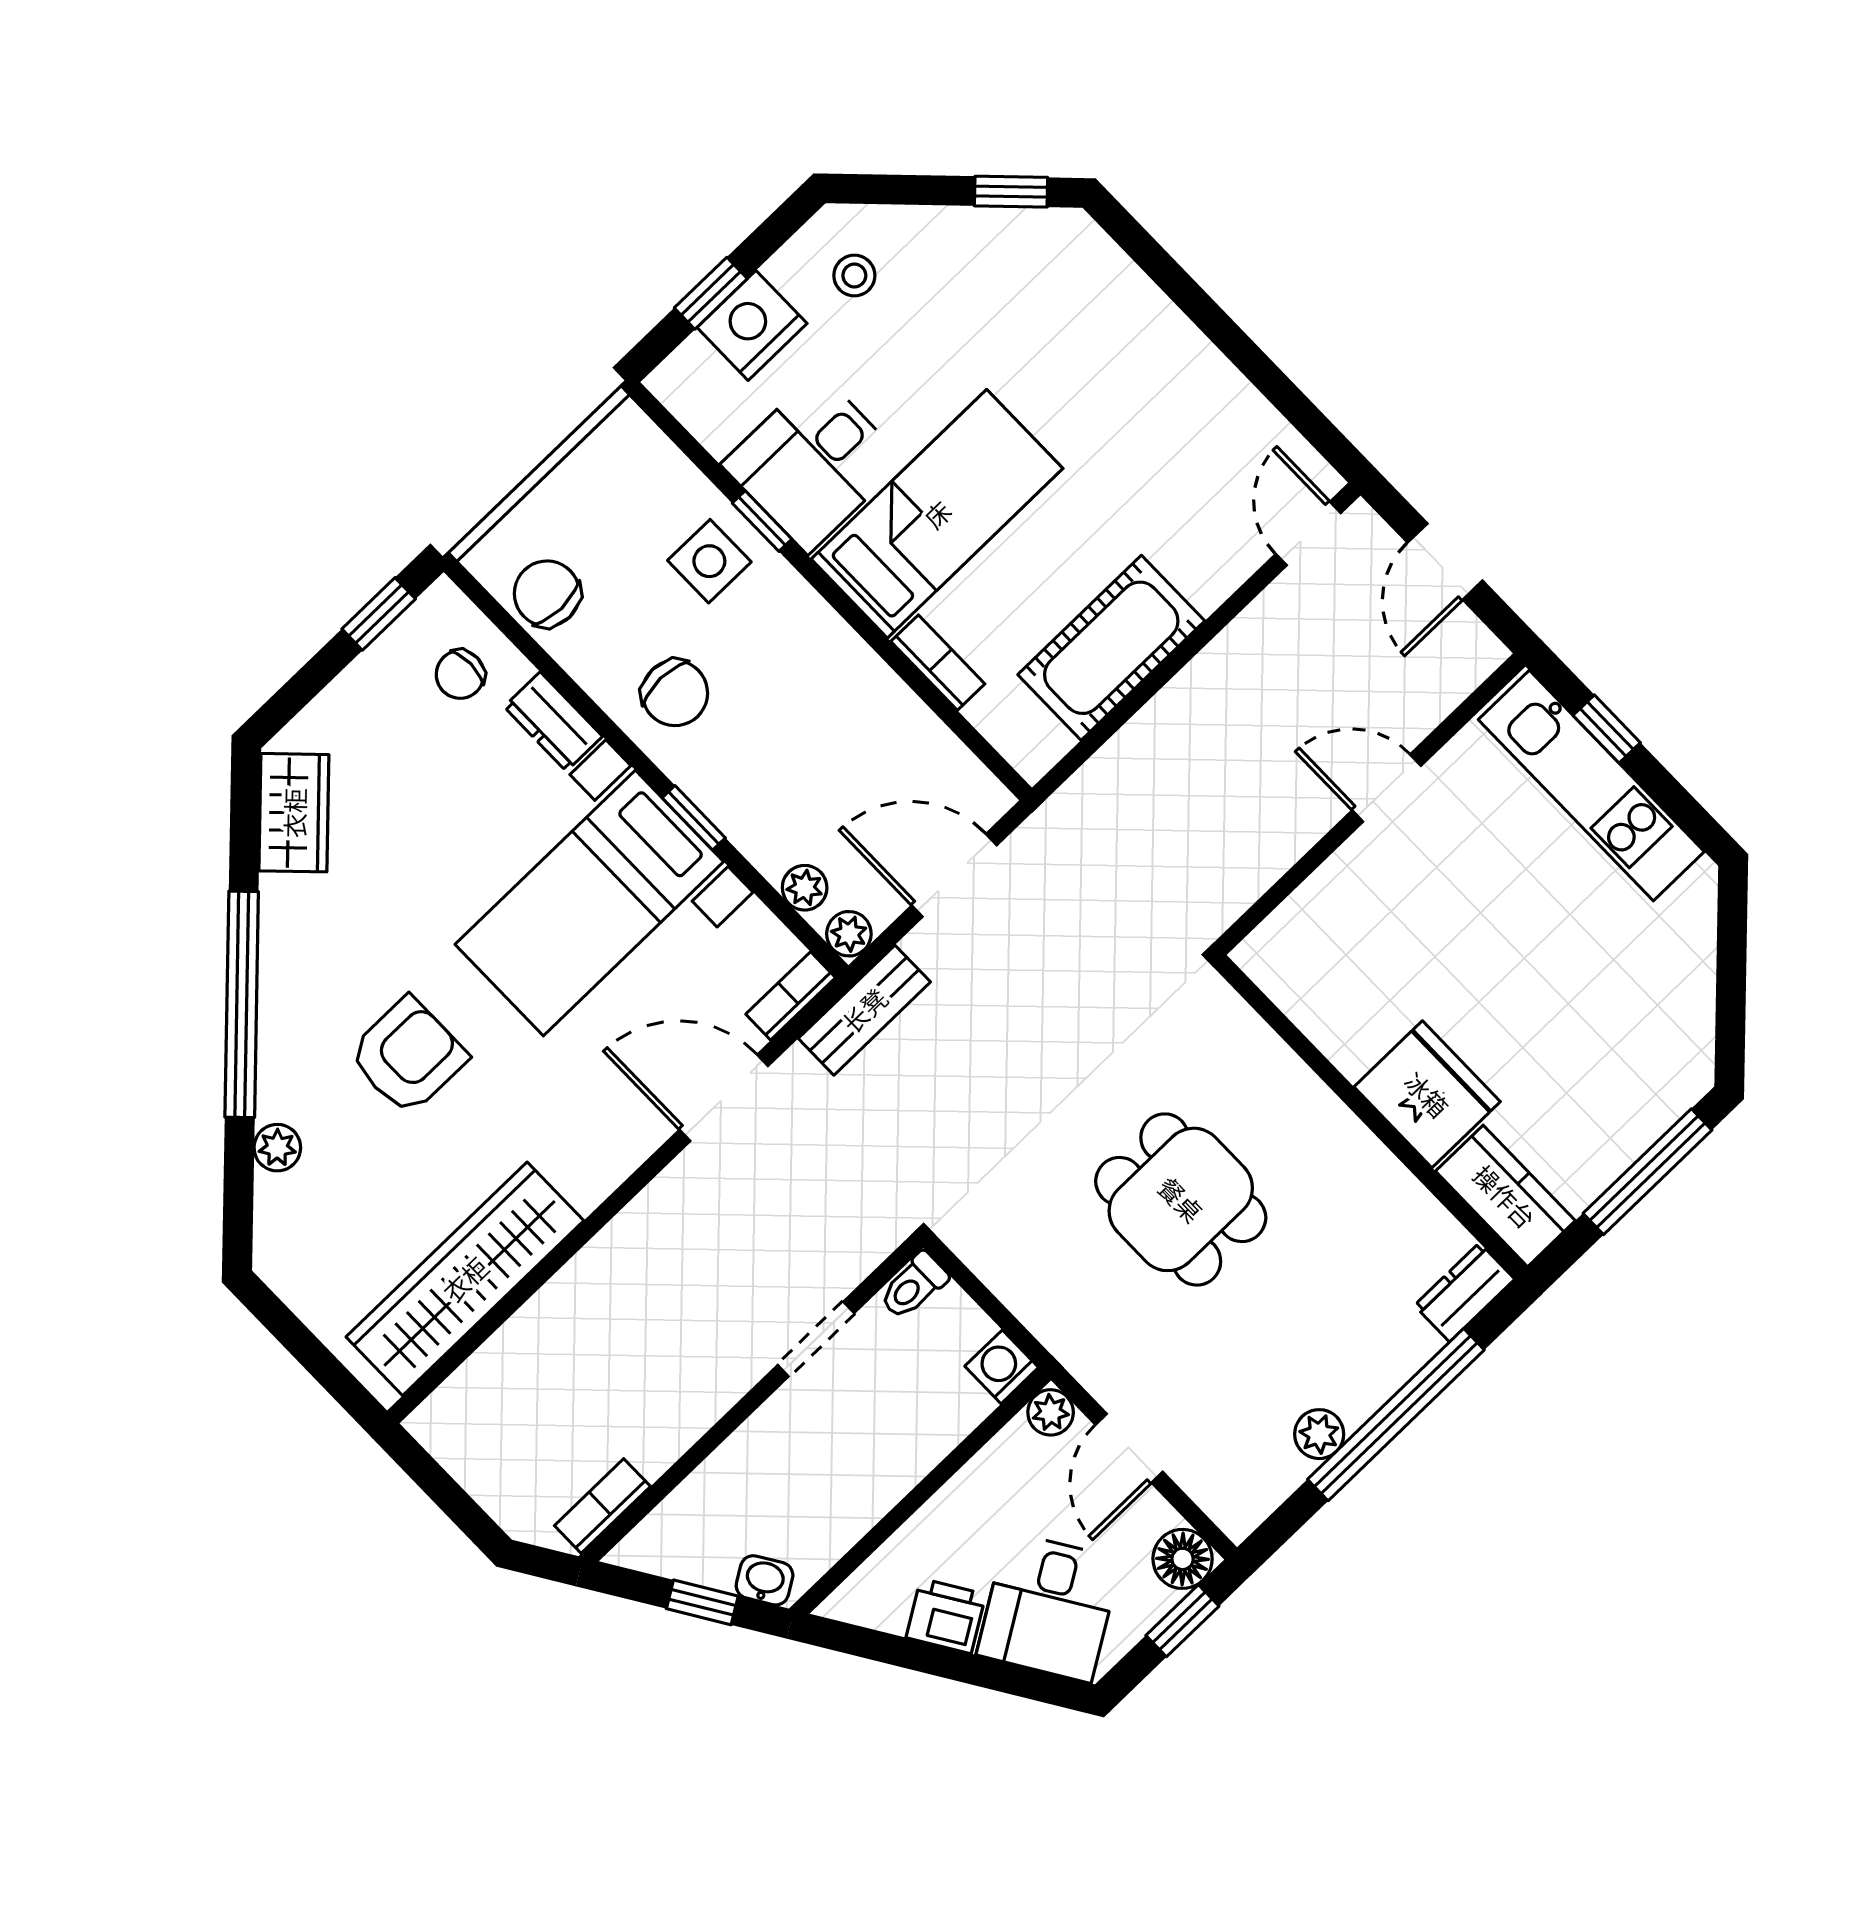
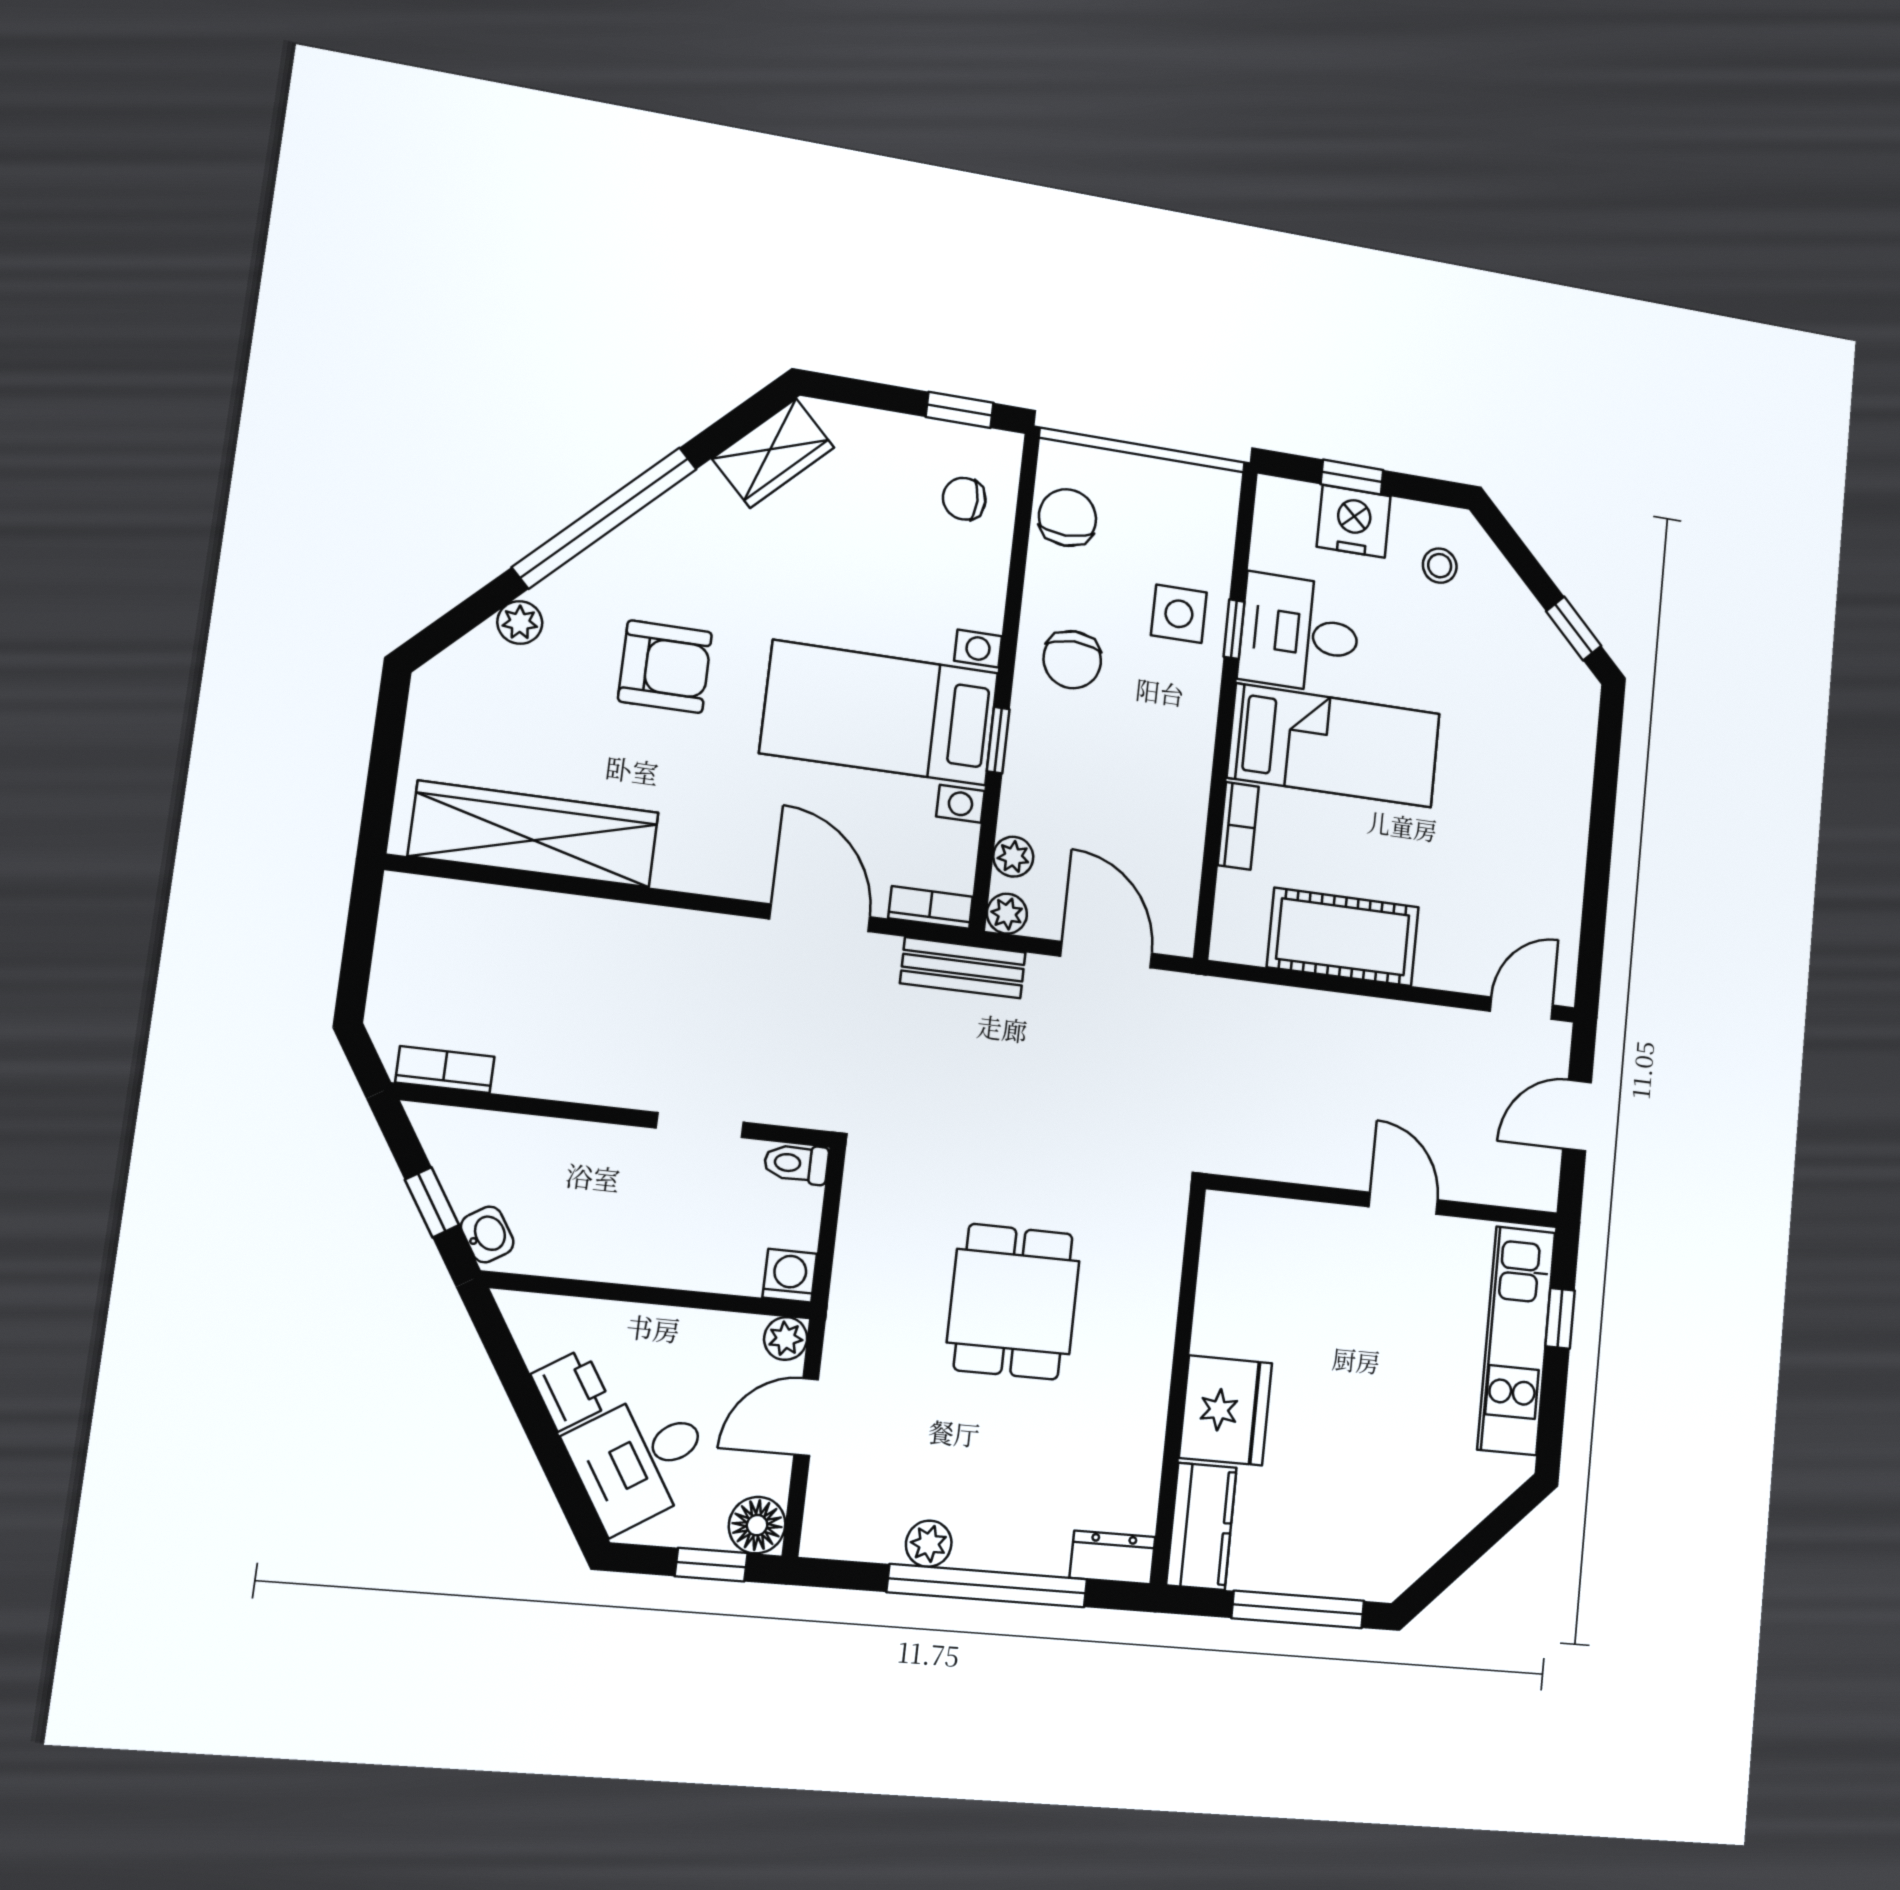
dresser: (553, 722) -> (985, 589), removed

